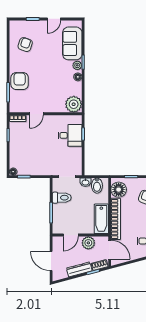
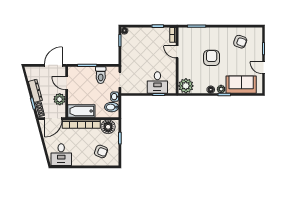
armchair: (20, 81) -> (212, 58), moved, turned -90
door: (51, 261) -> (53, 65), moved

